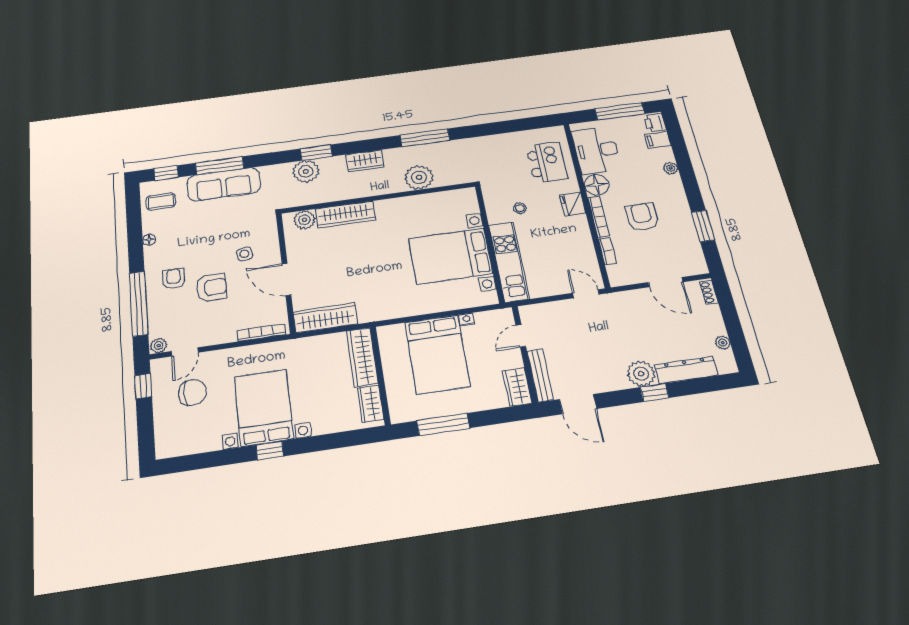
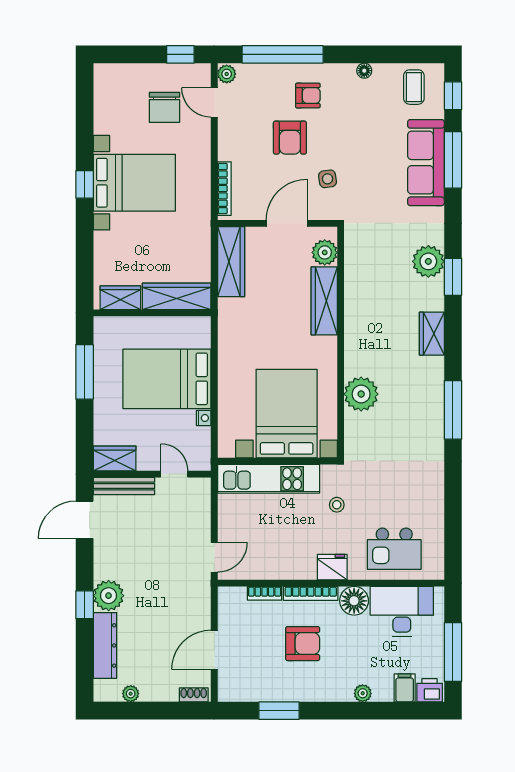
plant: (419, 177) -> (361, 394), moved
wall: (378, 198) -> (341, 342), moved
wardrobe: (345, 214) -> (324, 301), moved
plant: (304, 220) -> (325, 252), moved

